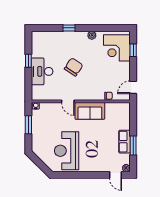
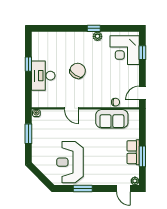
window: (69, 28) -> (94, 28), moved
sofa: (90, 111) -> (112, 119), moved
window: (78, 175) -> (83, 188), added

